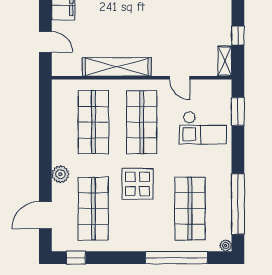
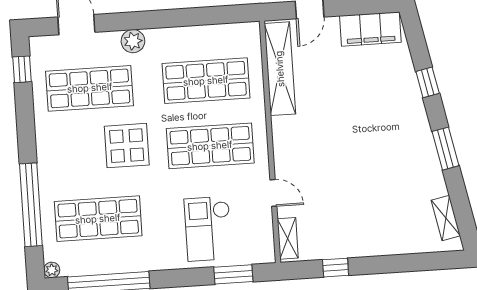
shelving: (225, 61) -> (288, 238), moved, turned 90
shelving: (117, 67) -> (280, 69), moved
door: (180, 78) -> (273, 193), swing flipped

